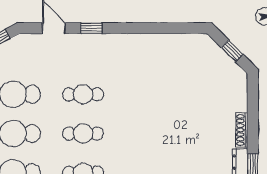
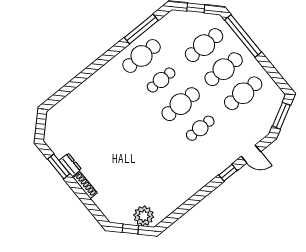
plant: (209, 53) -> (144, 216), added
cafe table: (83, 134) -> (181, 104), width x1.37, depth x1.35

